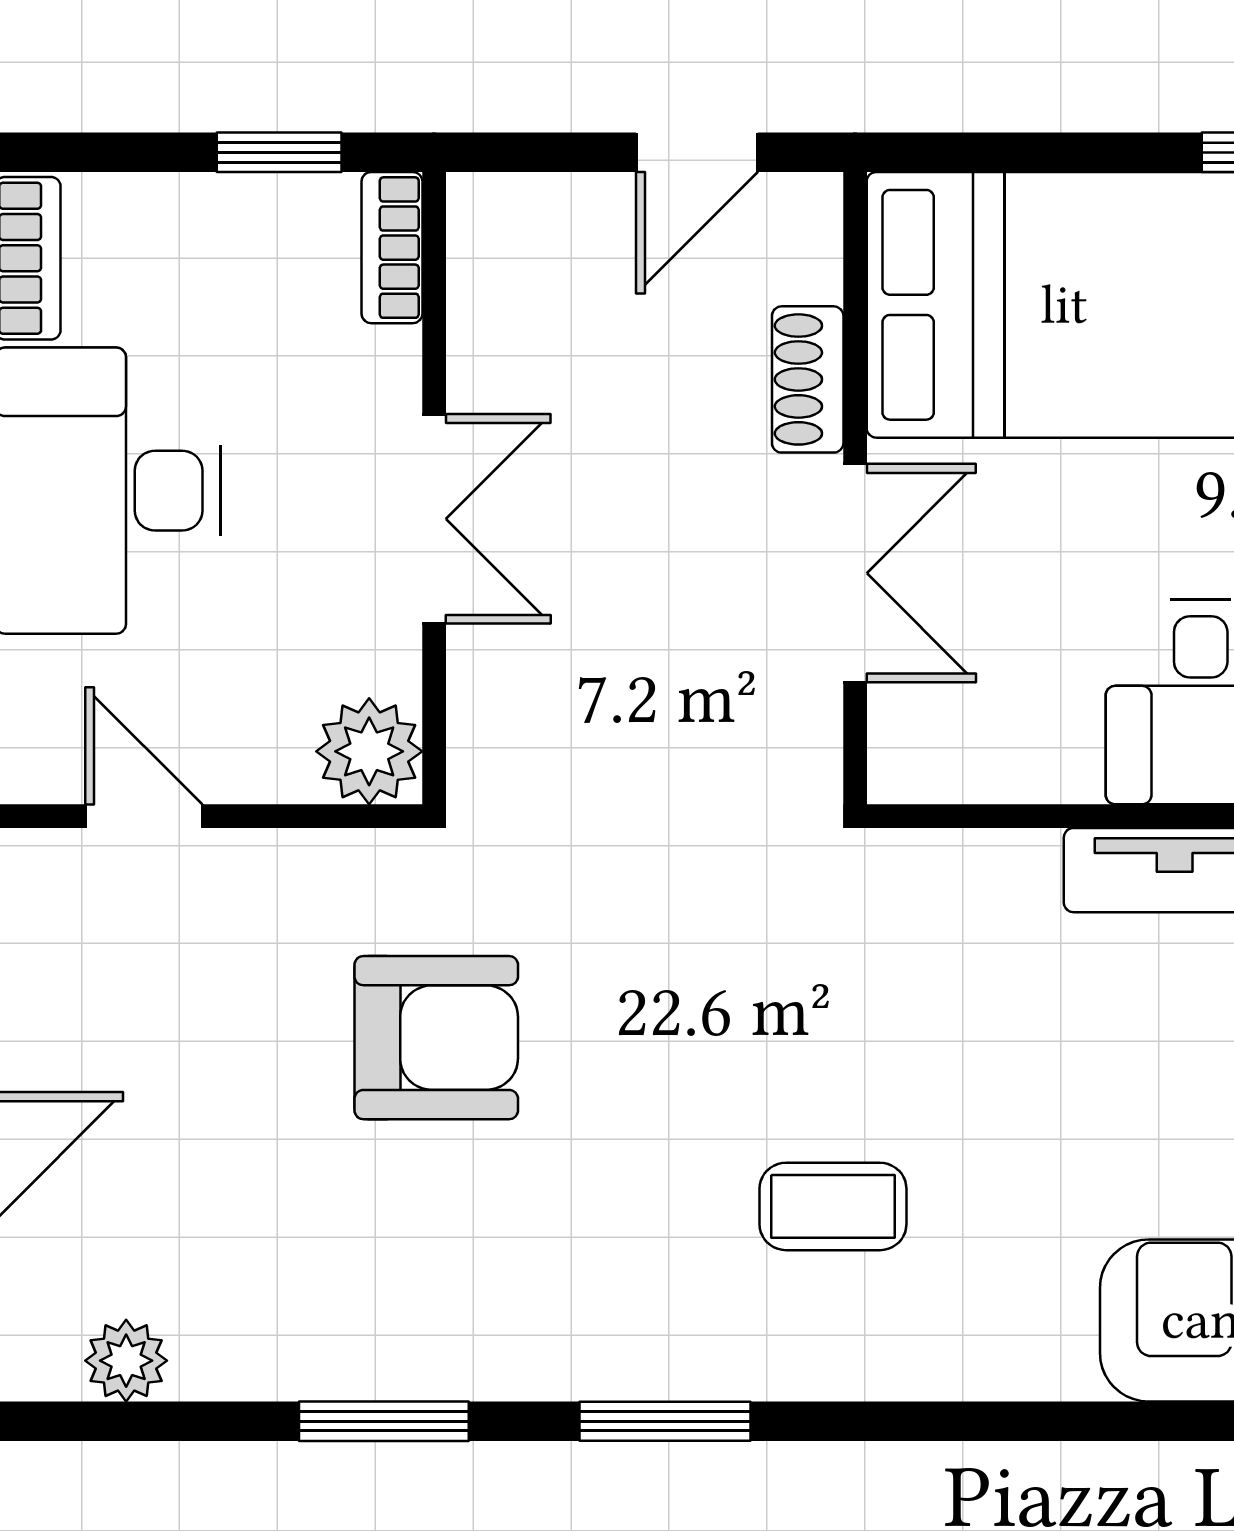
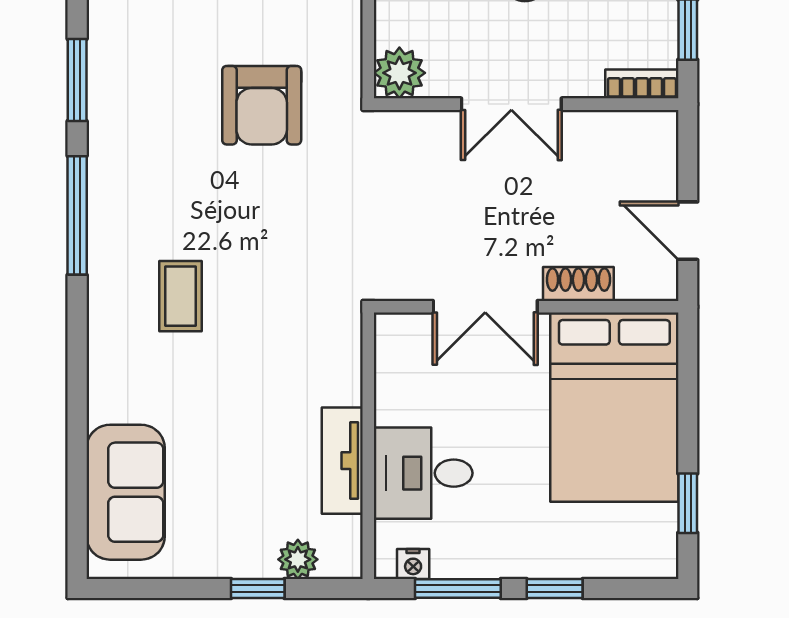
window: (665, 1421) -> (77, 215), width x1.44

